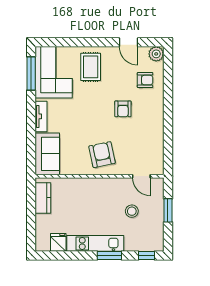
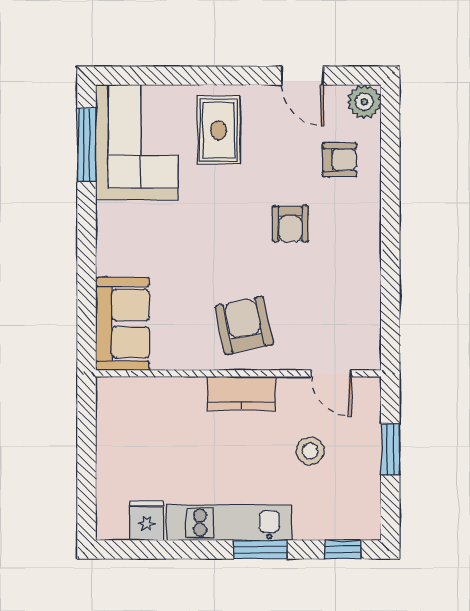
tv unit: (41, 116) -> (109, 241), removed
kitchen counter: (43, 198) -> (241, 393), moved, turned 90

